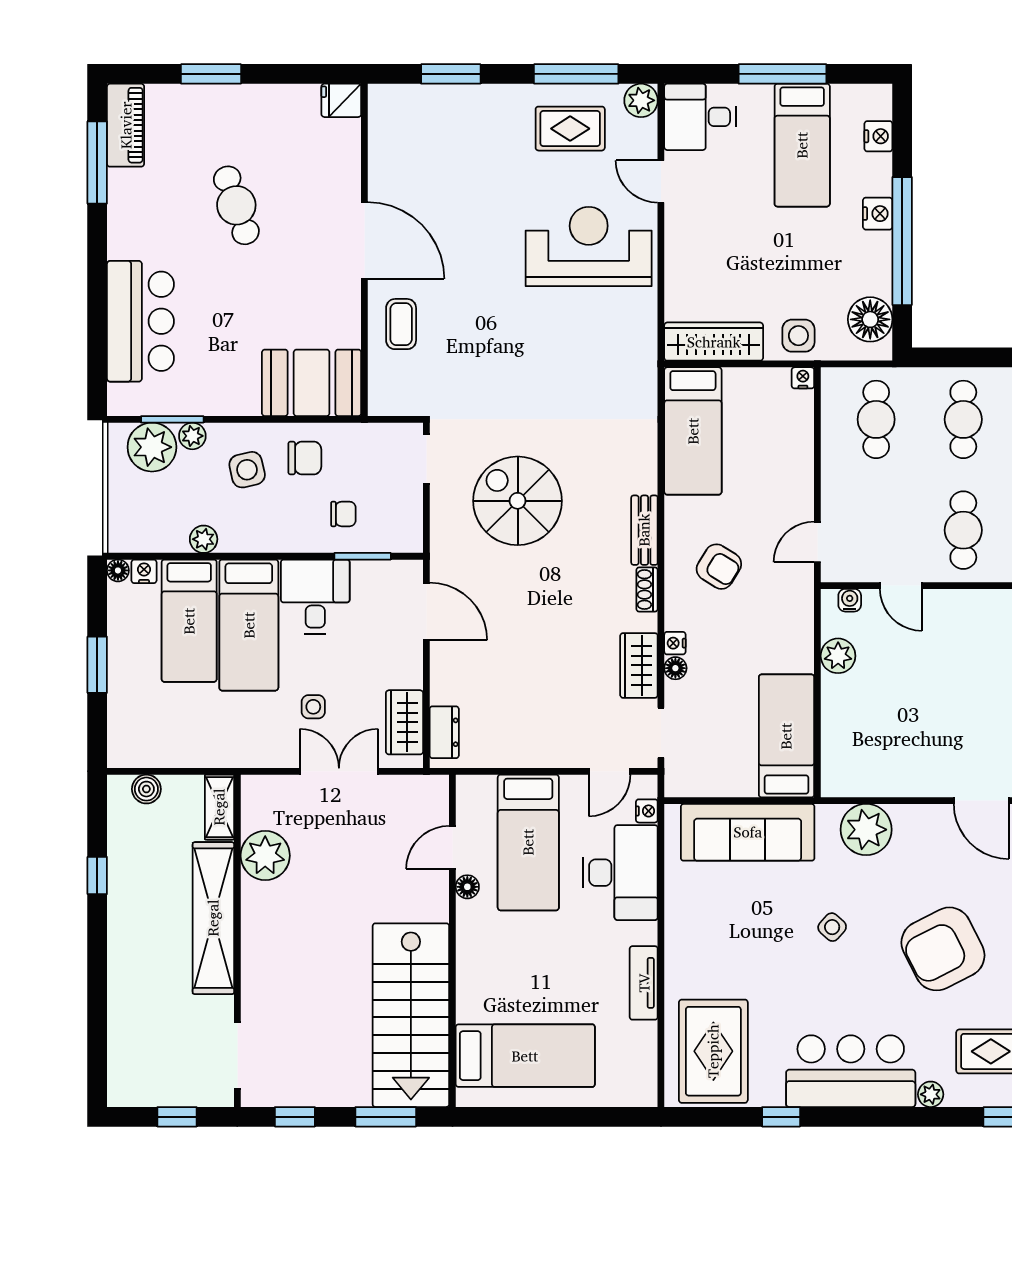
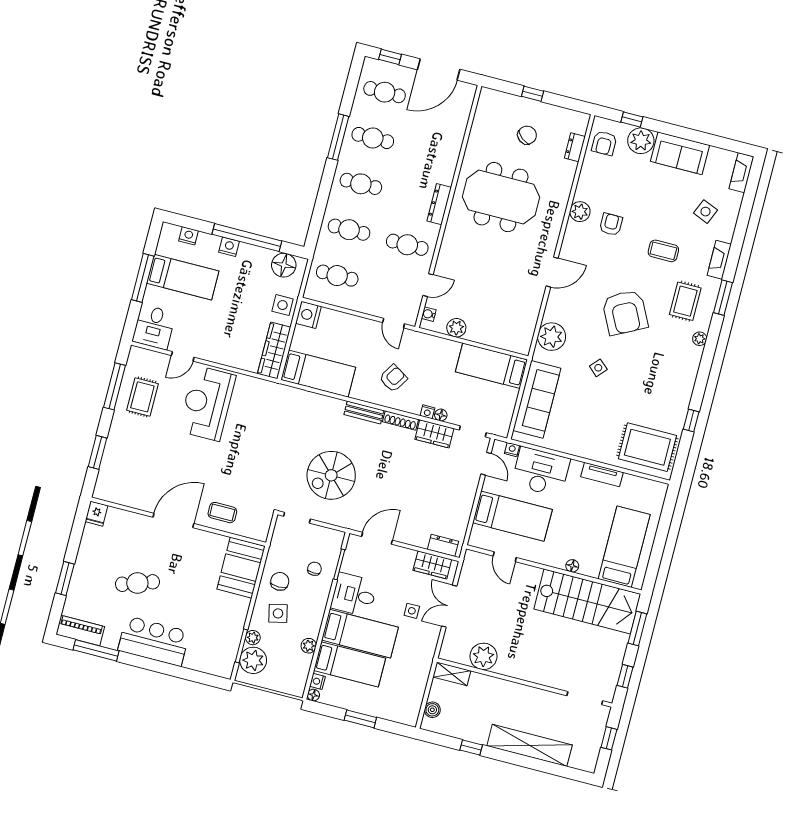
plant: (641, 100) -> (137, 356), removed
bar counter: (140, 321) -> (154, 641), moved
nightstand: (803, 378) -> (308, 315), width x1.89, depth x1.79
shoe rack: (647, 590) -> (400, 421), width x1.43
floor lamp: (467, 887) -> (572, 566), moved
shelving: (213, 918) -> (530, 745), moved
bar counter: (851, 1071) -> (677, 378), removed

